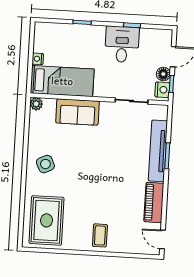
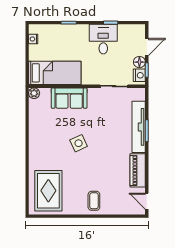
nightstand: (38, 59) -> (33, 39), moved
side table: (45, 164) -> (79, 143), moved

